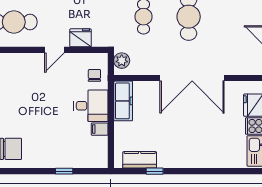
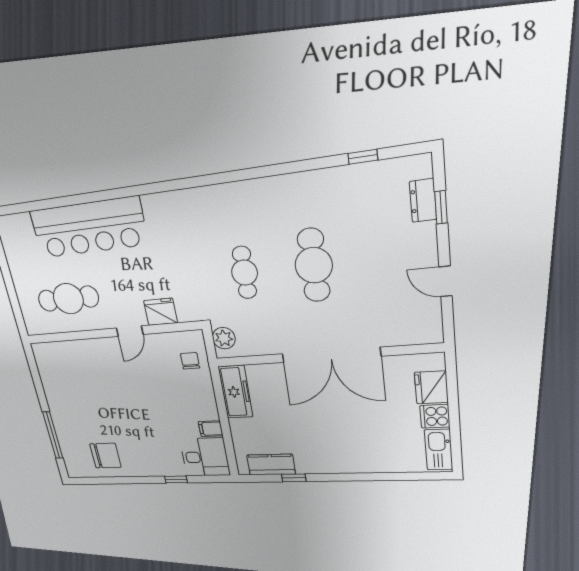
desk: (91, 106) -> (205, 457), moved

